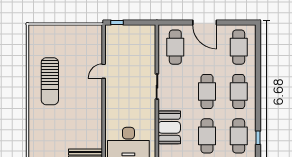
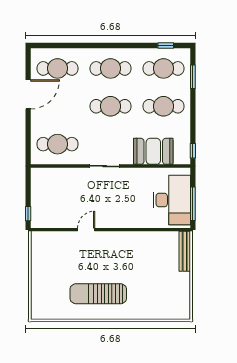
door: (205, 22) -> (28, 94), moved
door: (104, 71) -> (86, 230), swing flipped
sun lounger: (50, 81) -> (98, 294), turned 180

